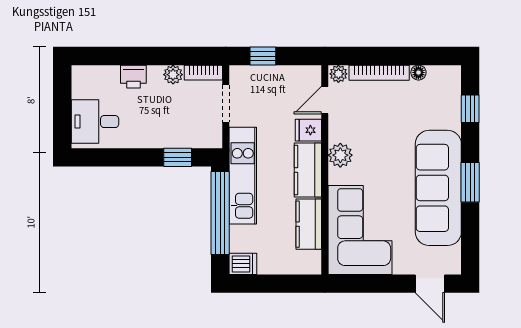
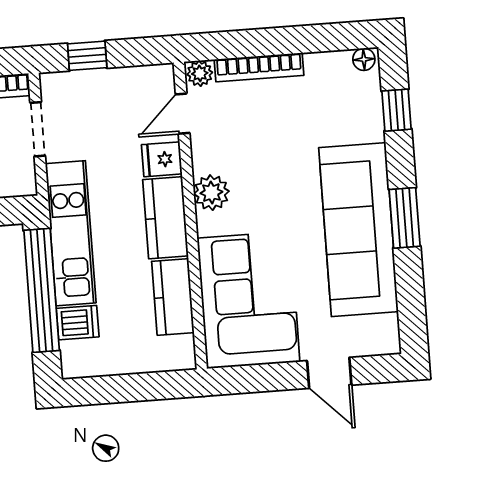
floor lamp: (418, 73) -> (364, 59), moved
dishwasher: (243, 264) -> (78, 323), moved
door: (430, 284) -> (329, 373), moved

